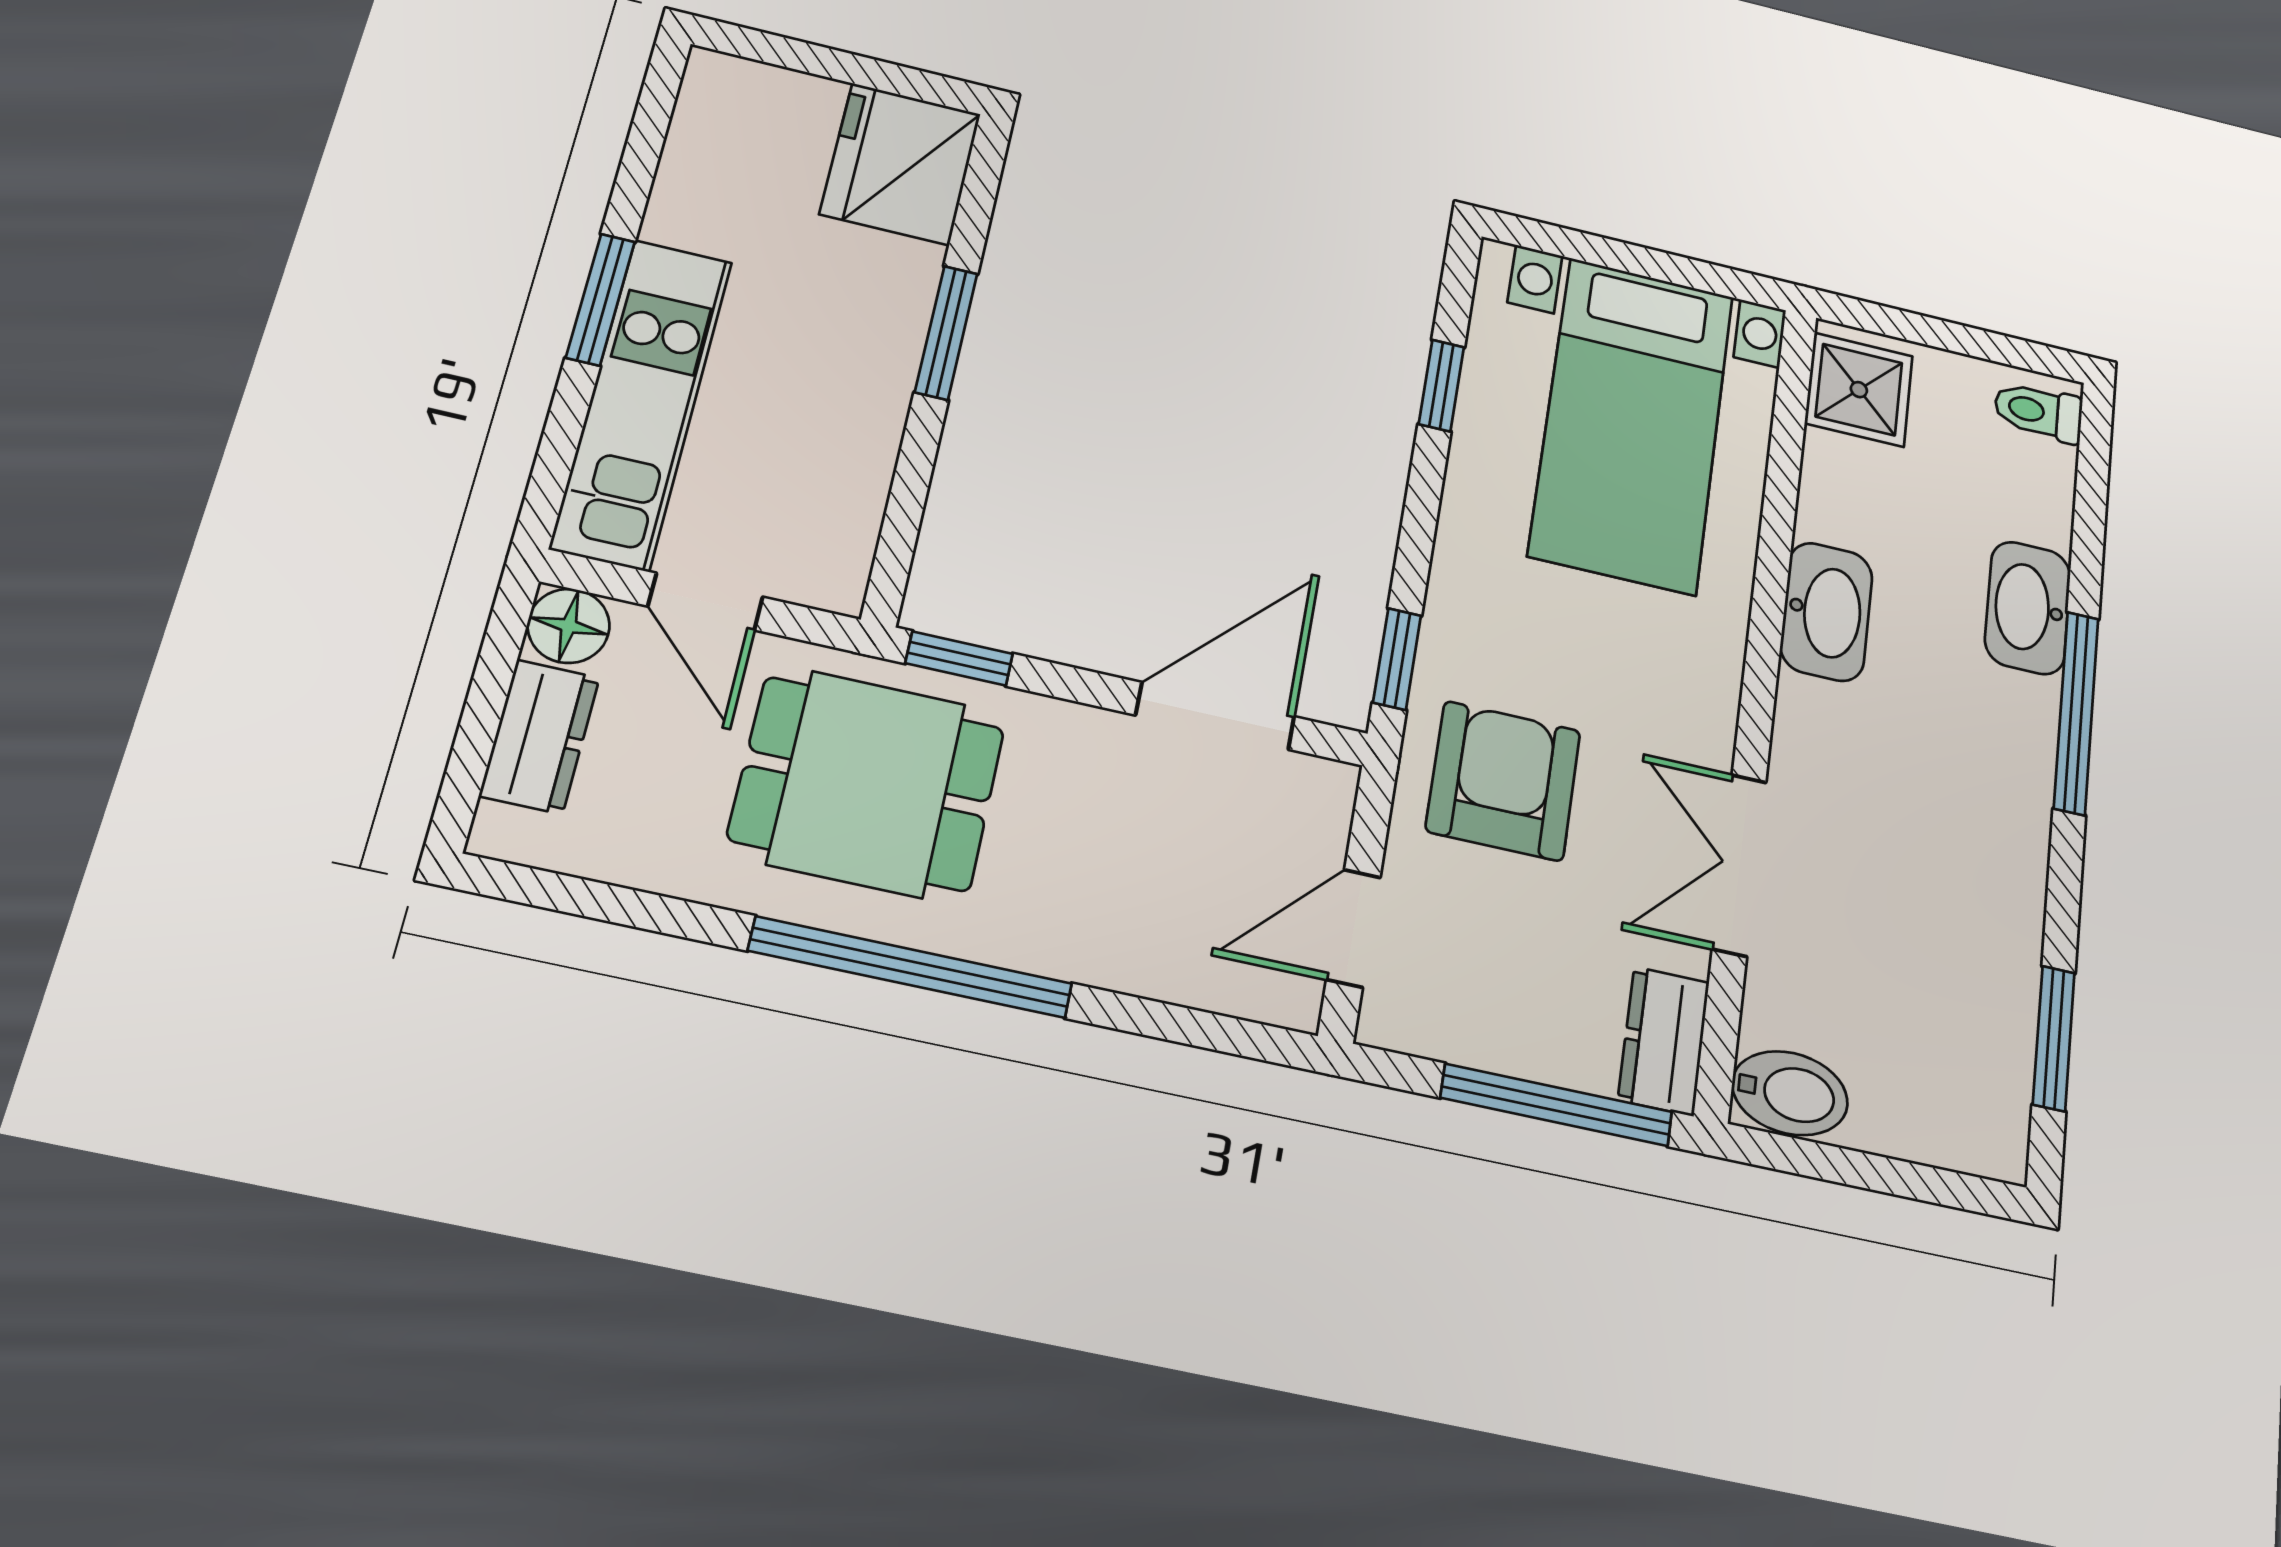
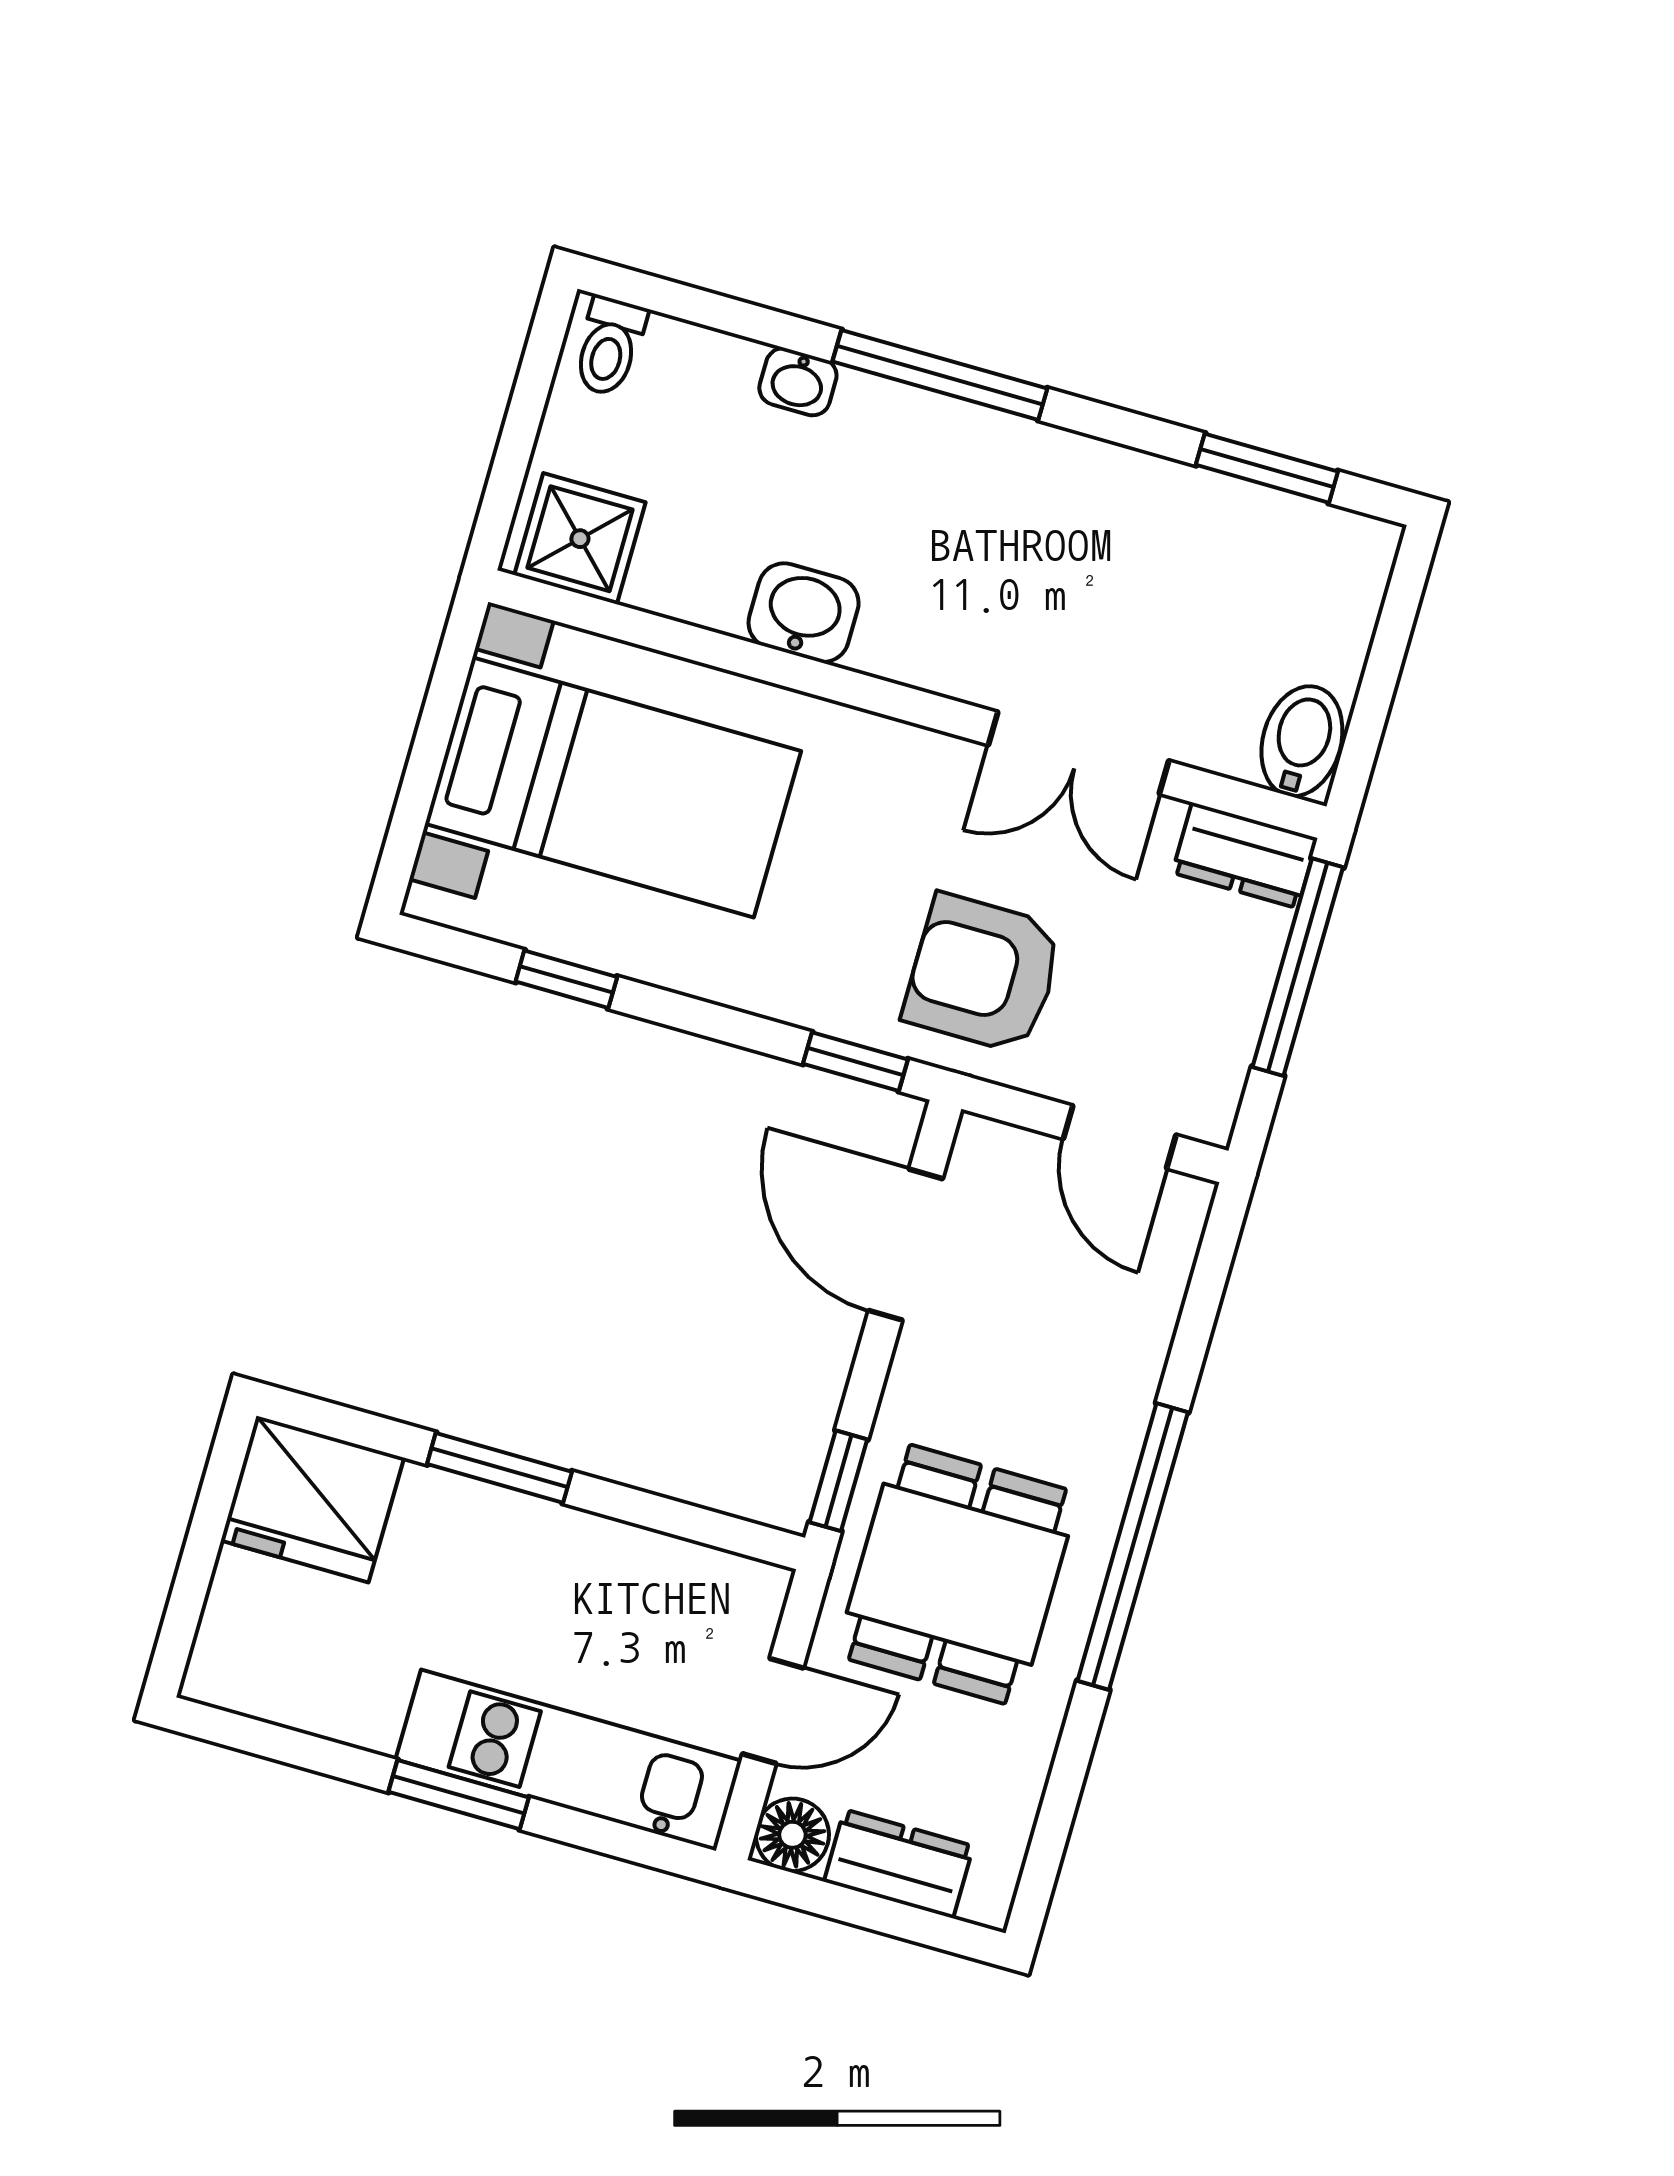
washbasin: (2028, 608) -> (798, 382), width x0.52, depth x0.69
washbasin: (1826, 612) -> (804, 613), width x0.72

